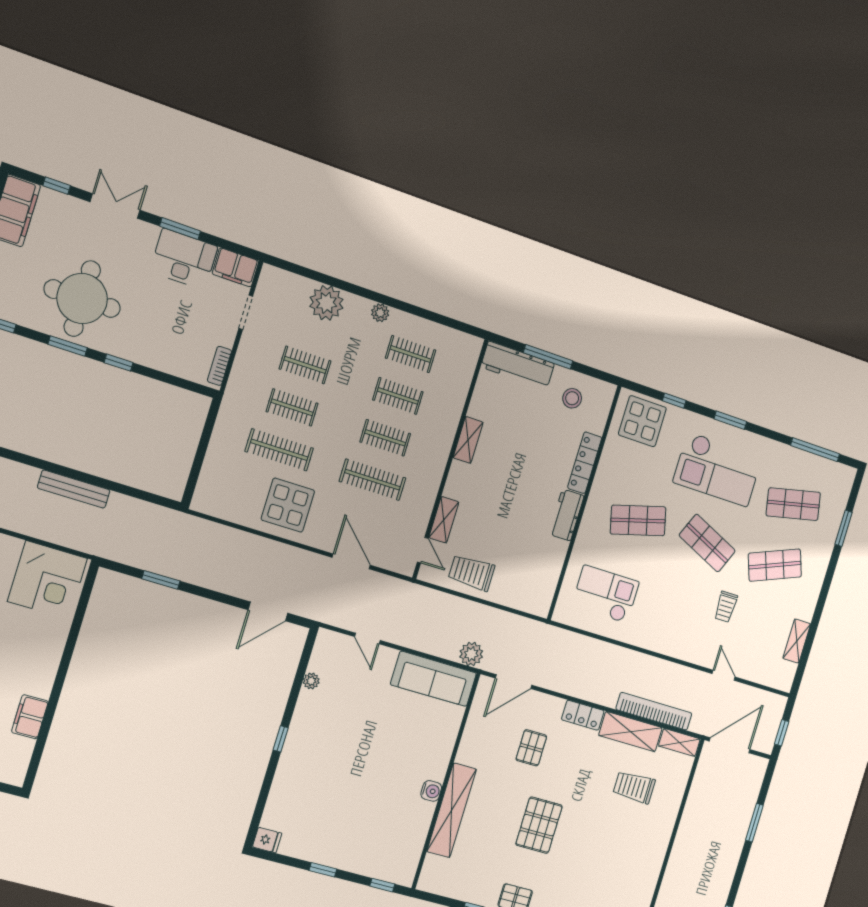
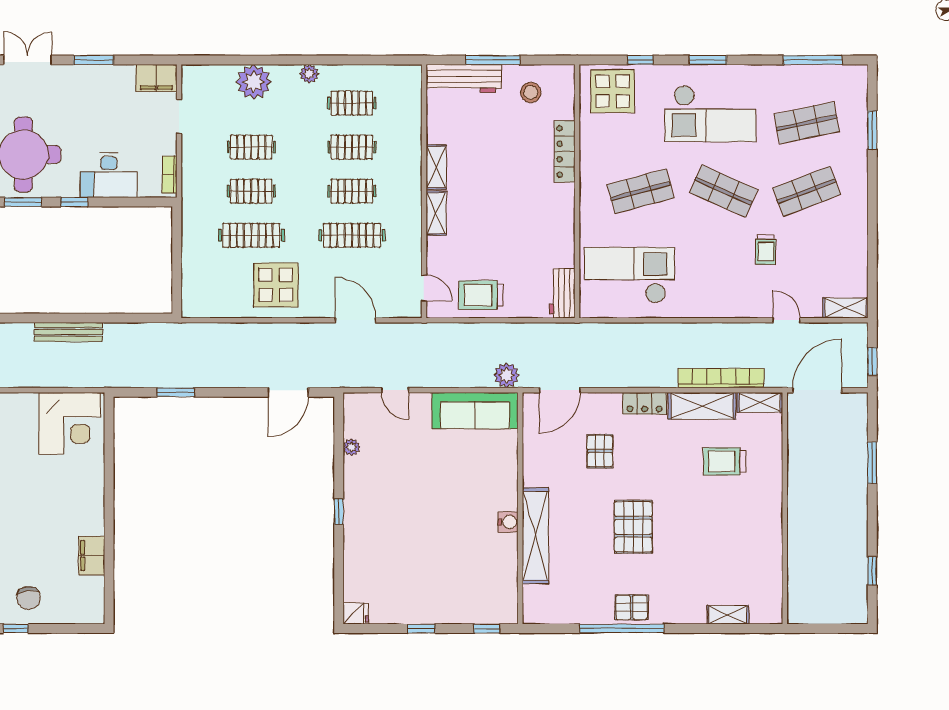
desk: (184, 259) -> (109, 175), moved, turned 180
workbench: (566, 515) -> (562, 293), moved
shelving: (444, 520) -> (436, 213), moved
checkout: (605, 594) -> (629, 275), width x1.36, depth x1.21
shelving: (797, 641) -> (845, 308), moved, turned 90

